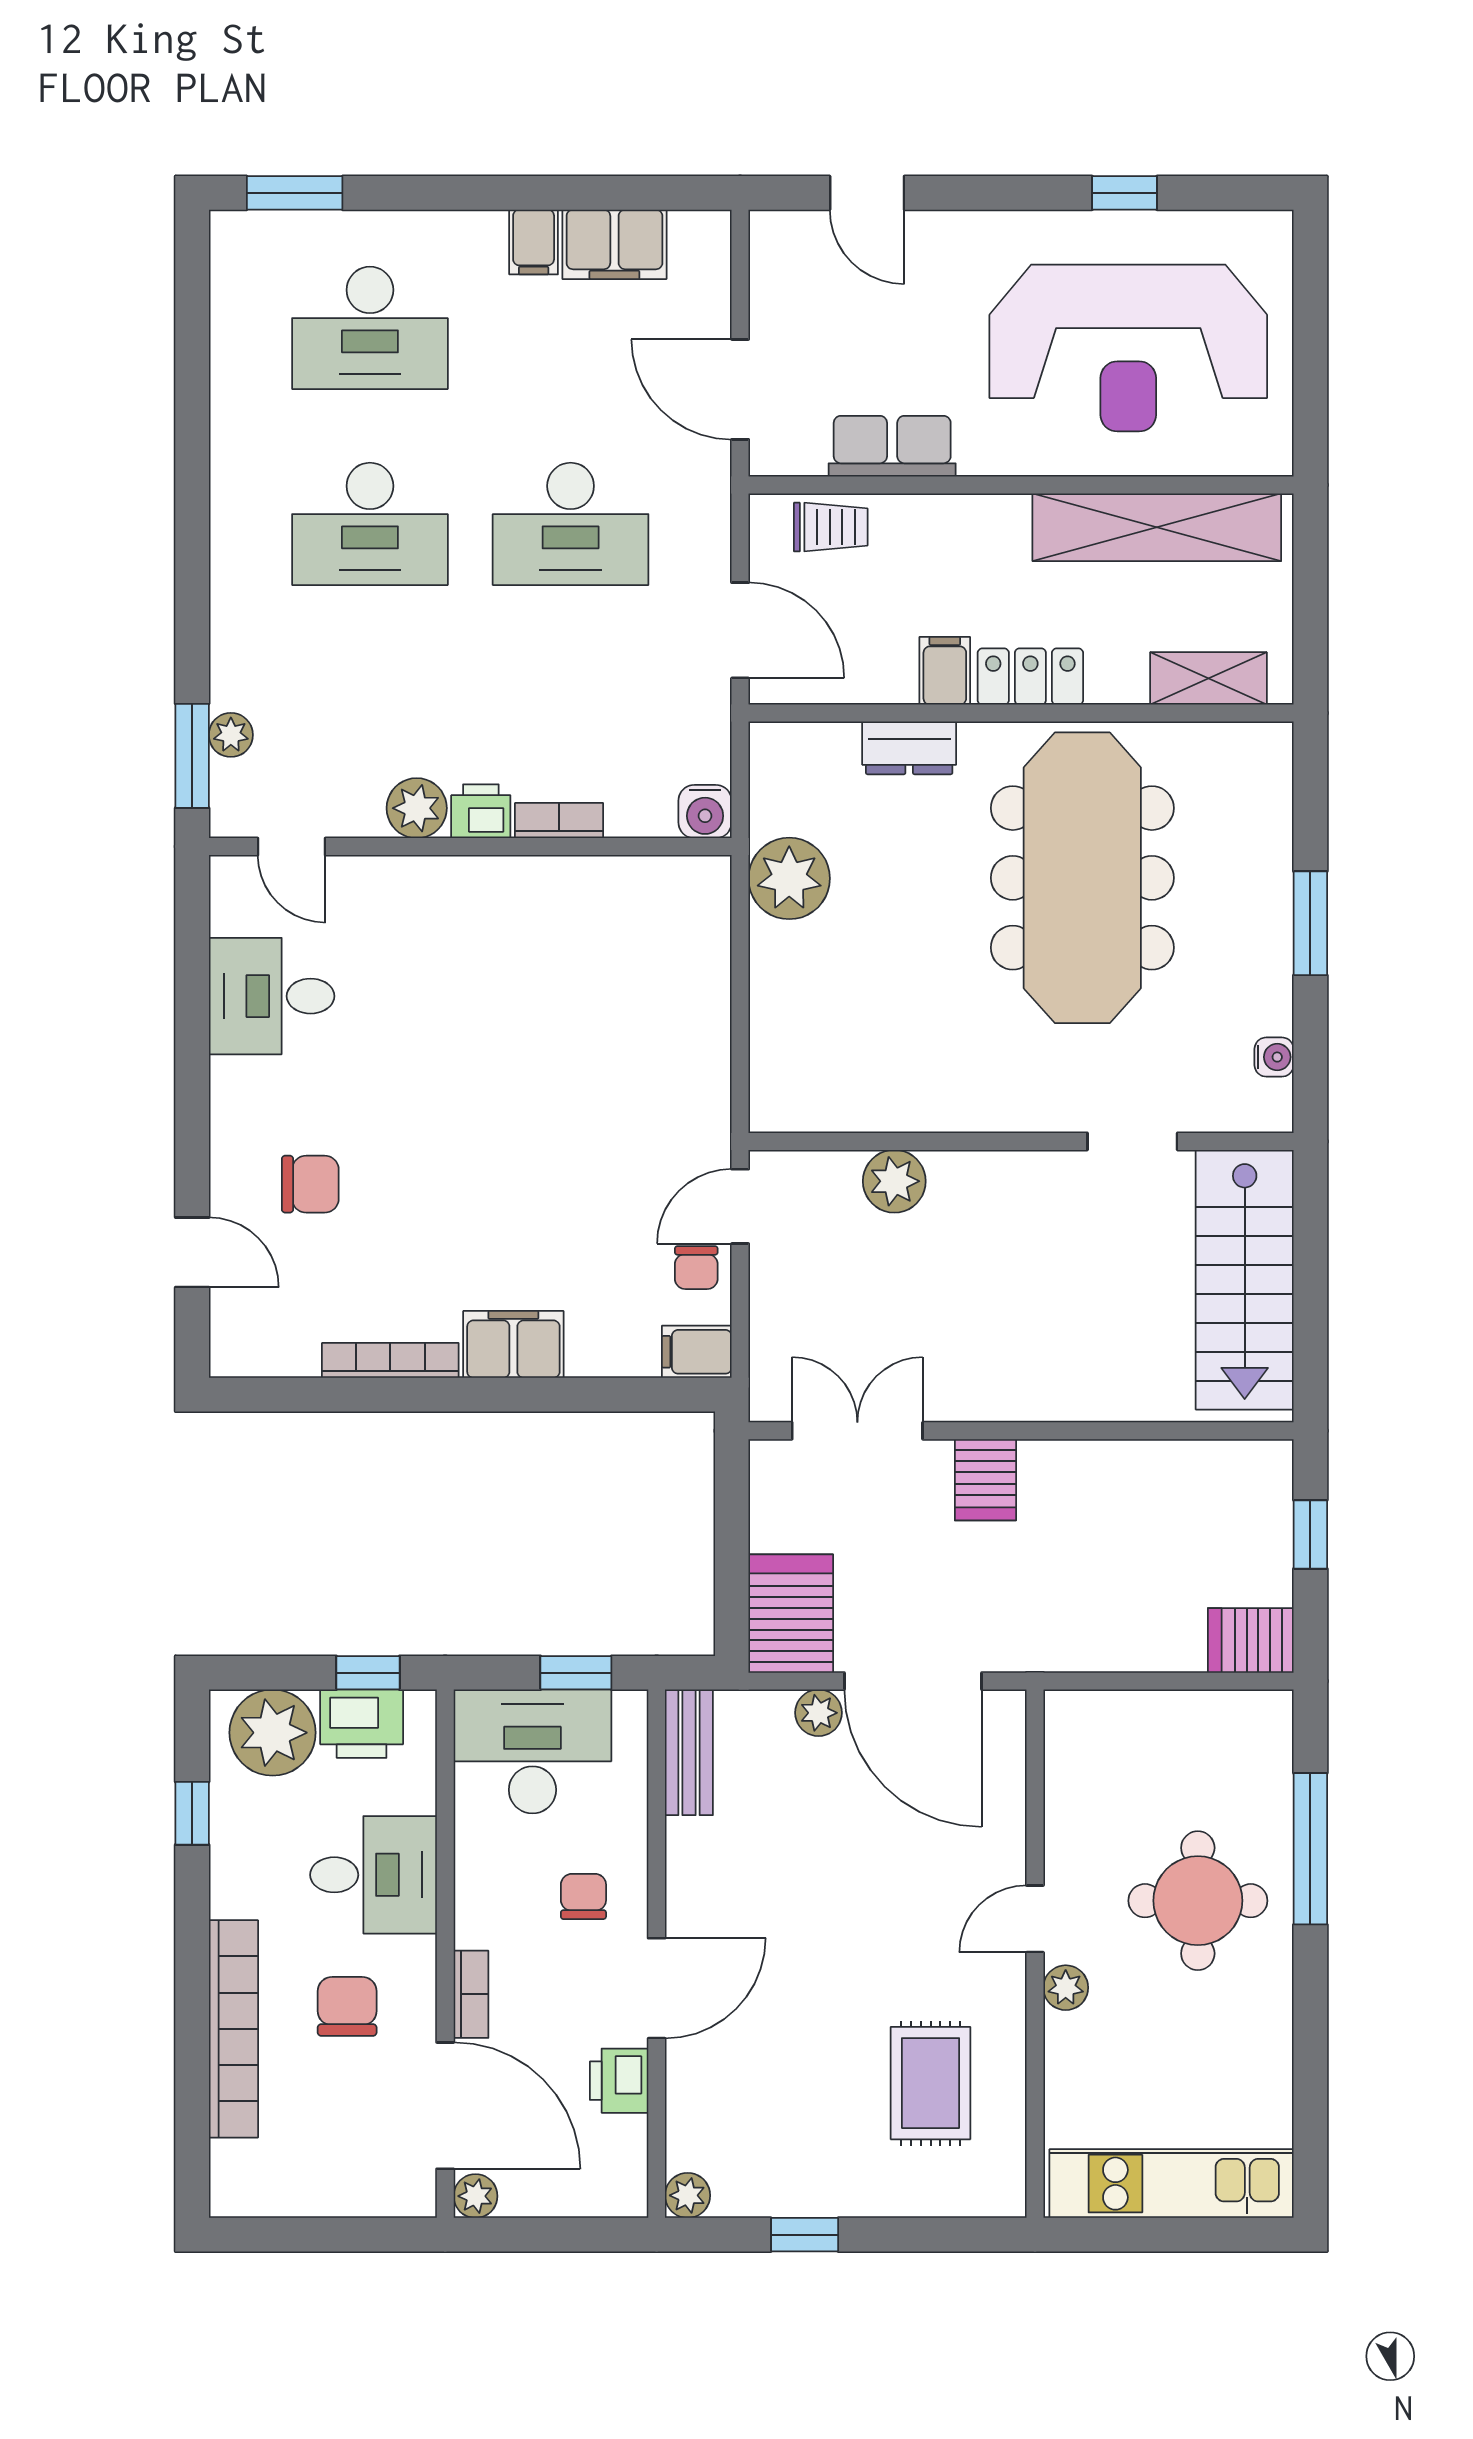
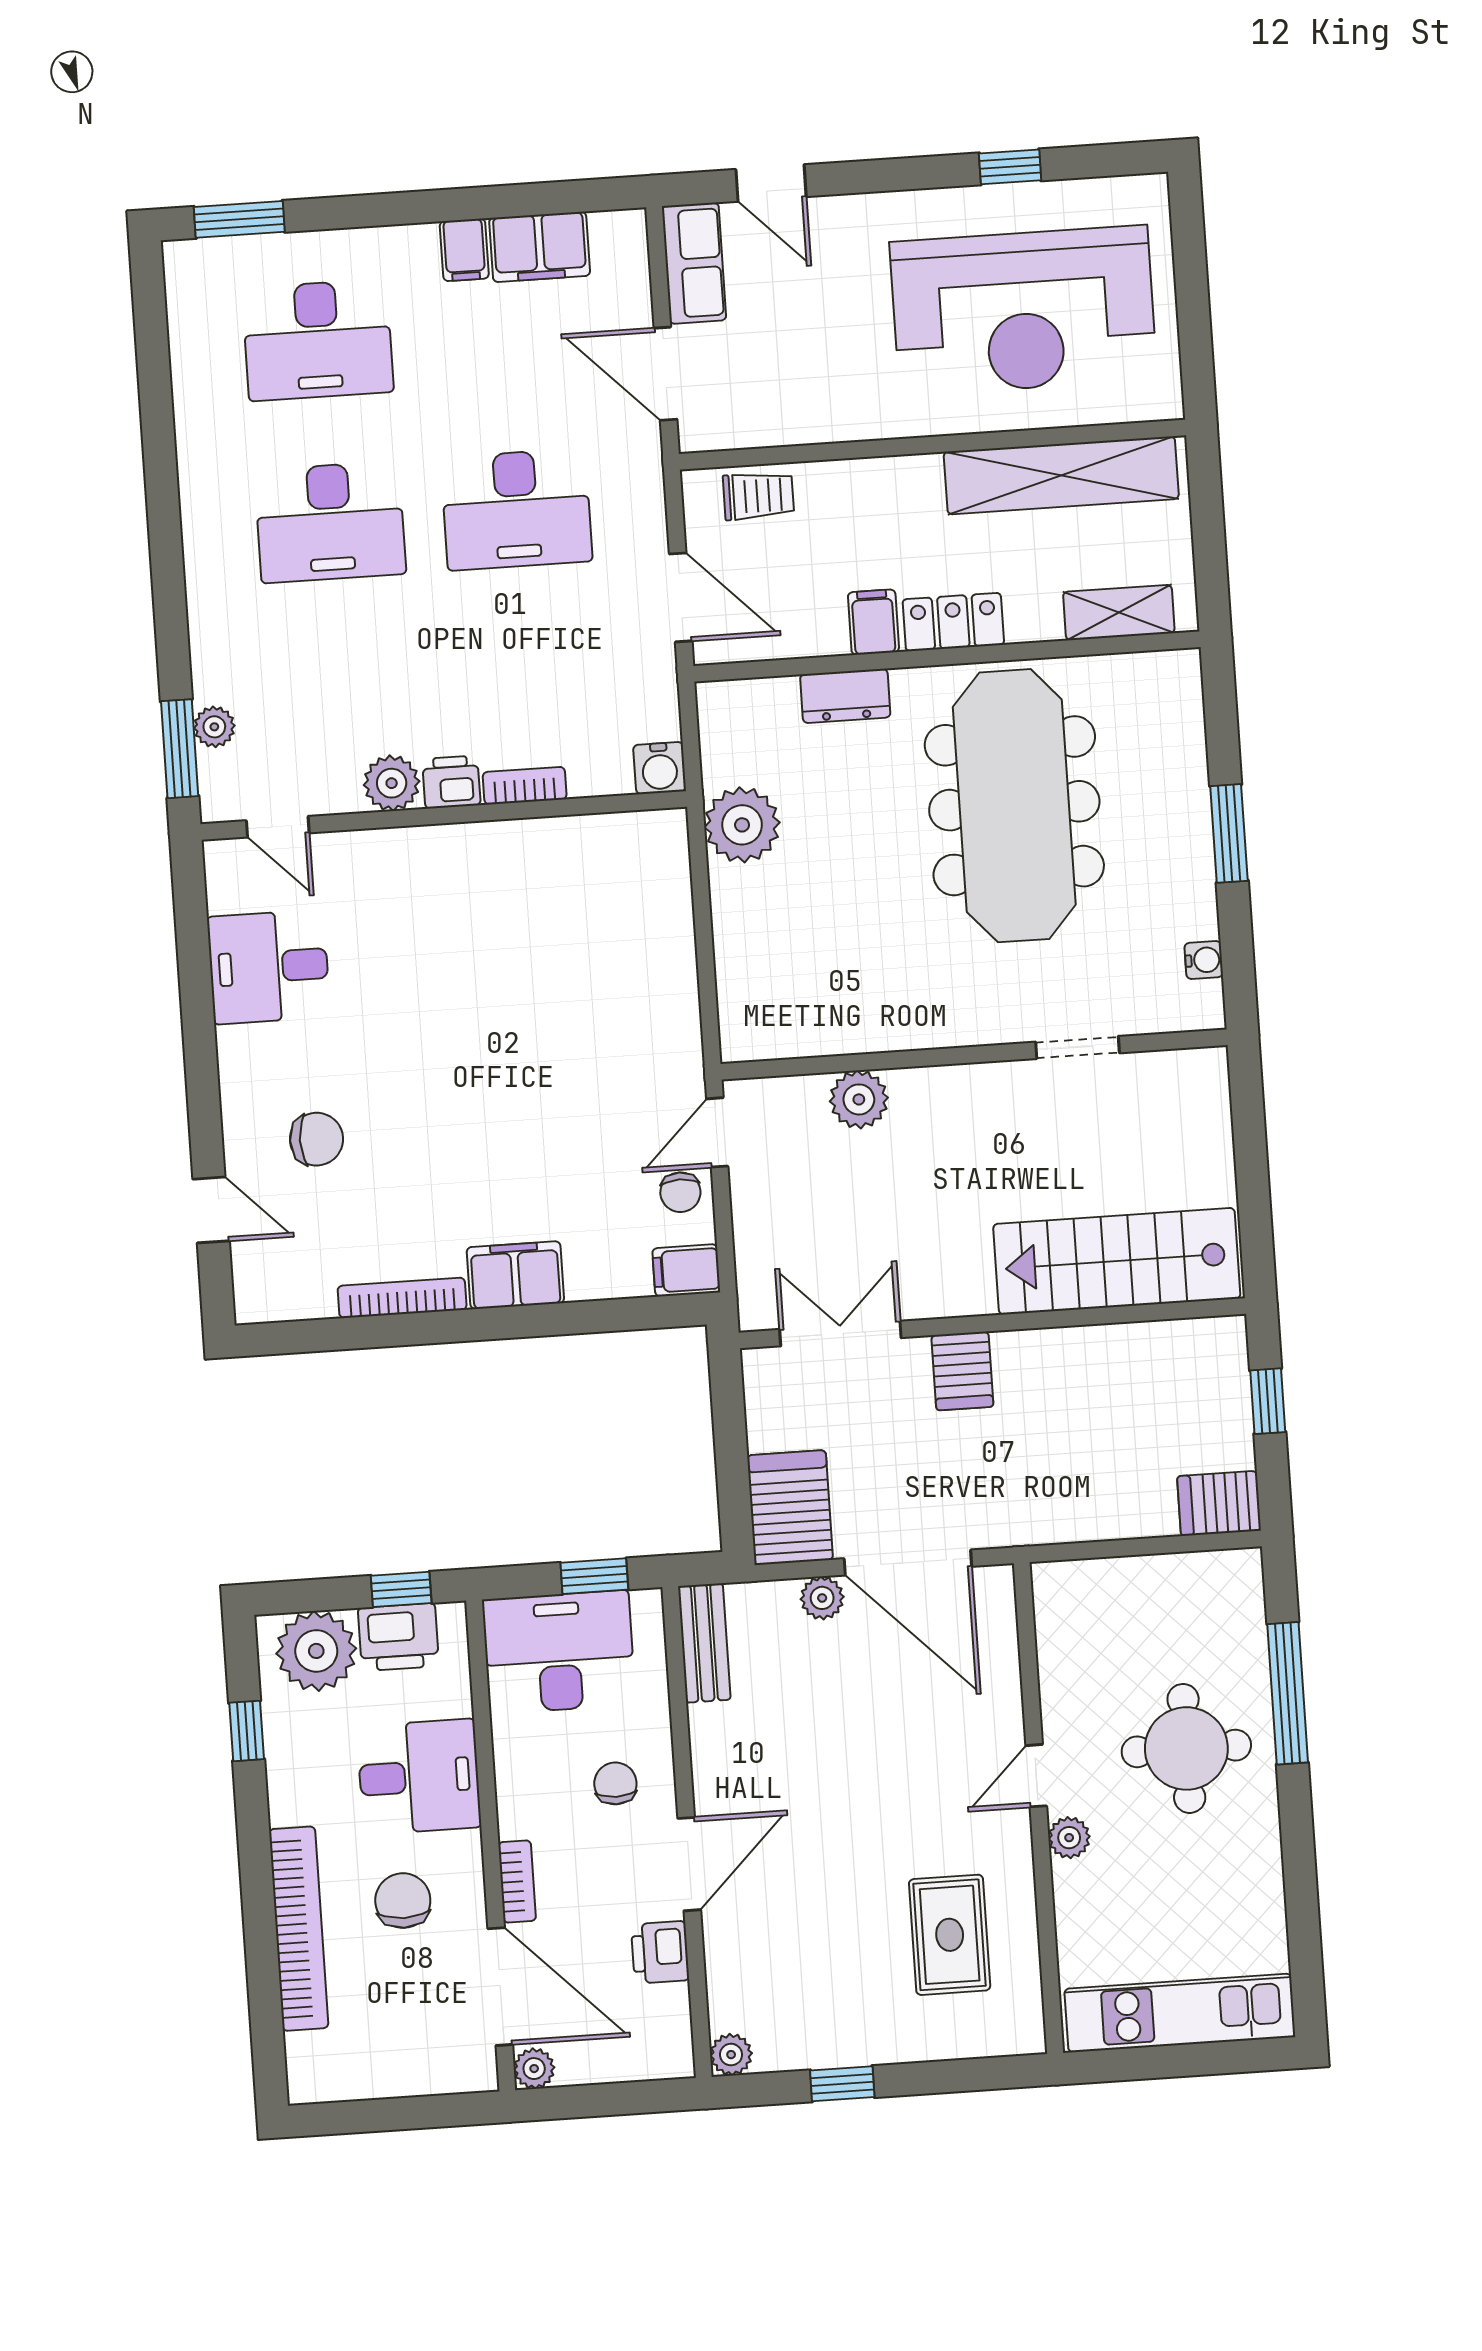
row of seats: (892, 446) -> (694, 263), moved, turned 90
stairs: (1245, 1280) -> (1117, 1261), moved, turned 90

